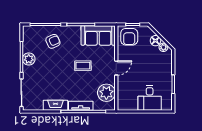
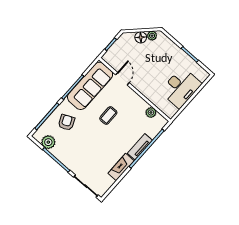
sofa: (98, 35) -> (90, 86), width x1.36
armchair: (129, 37) -> (118, 56), removed
plant: (29, 59) -> (48, 142), moved
door: (116, 68) -> (122, 79), moved
plant: (106, 93) -> (151, 112), width x0.53, depth x0.53
desk: (150, 98) -> (181, 88), width x1.37

